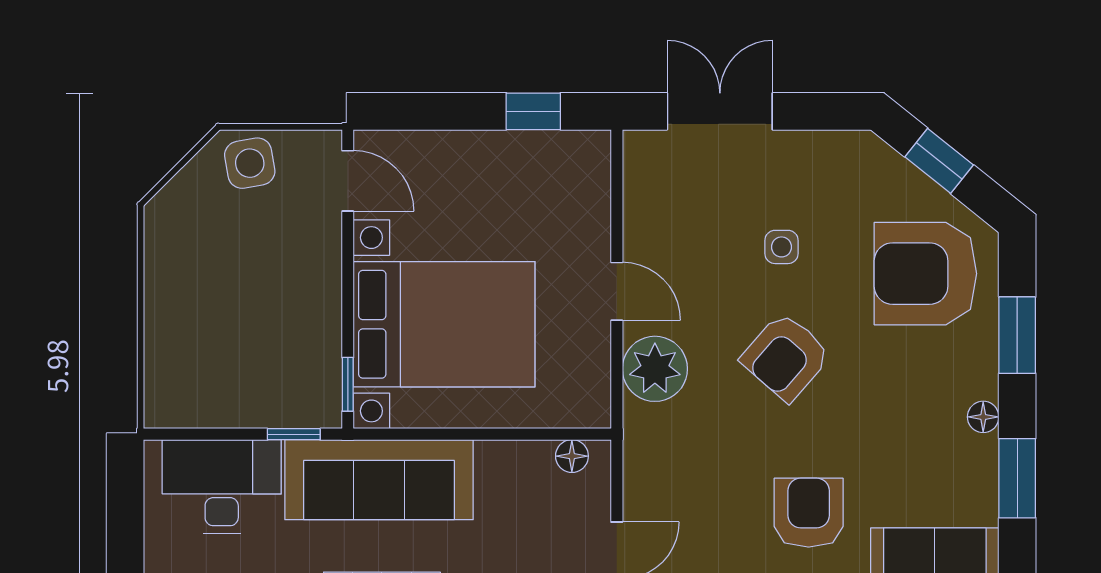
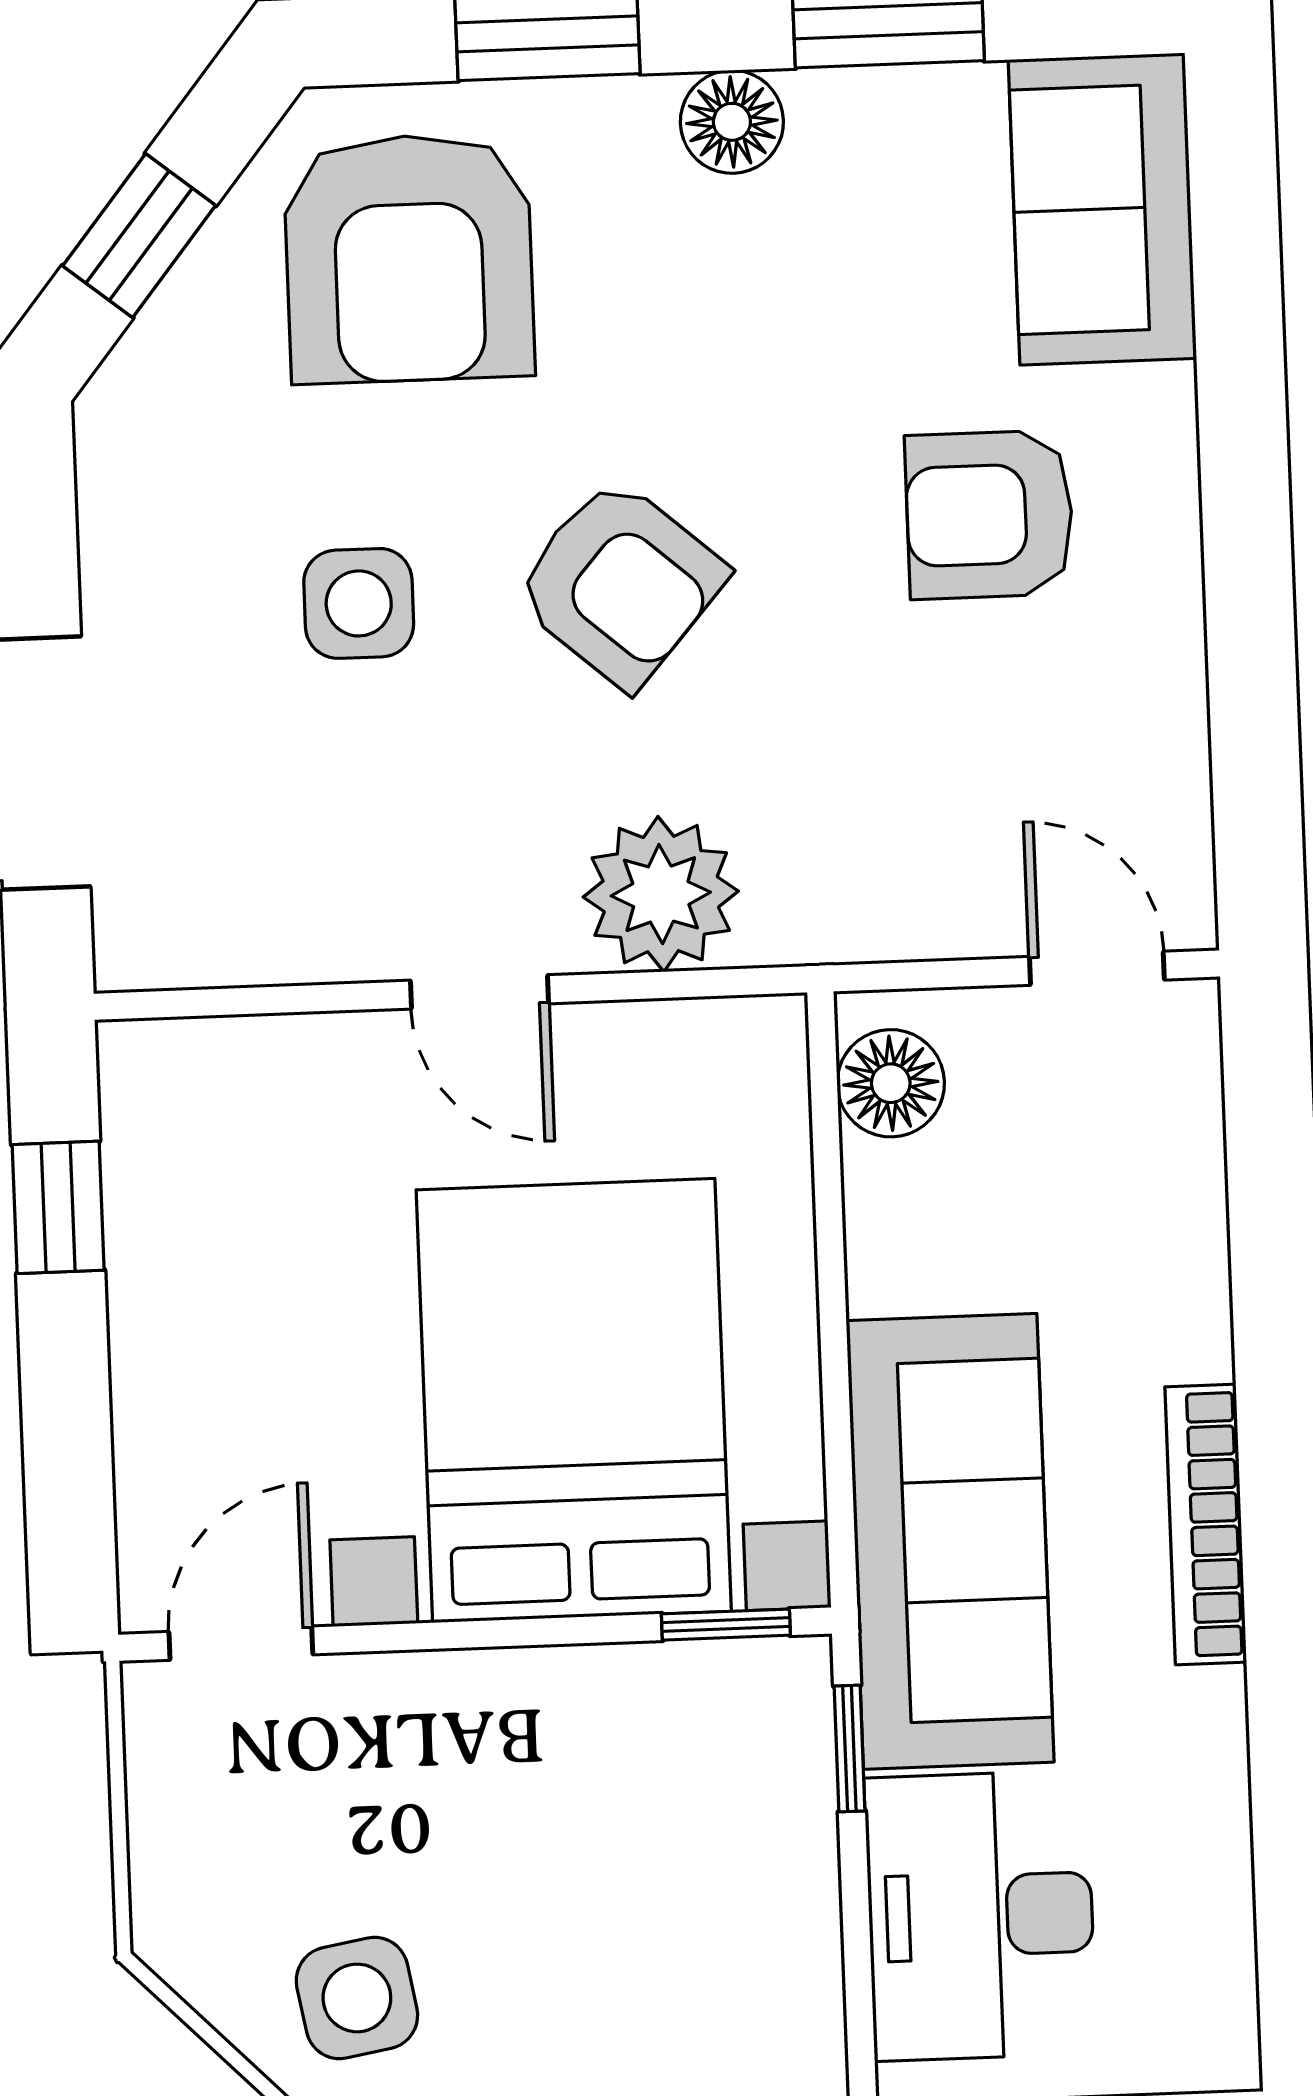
side table: (250, 163) -> (357, 1998), moved
side table: (782, 247) -> (359, 603), width x1.37, depth x1.37
door: (617, 291) -> (479, 992), swing flipped
floor lamp: (983, 417) -> (732, 122), width x1.37, depth x1.37
floor lamp: (572, 456) -> (891, 1083), width x1.37, depth x1.37

